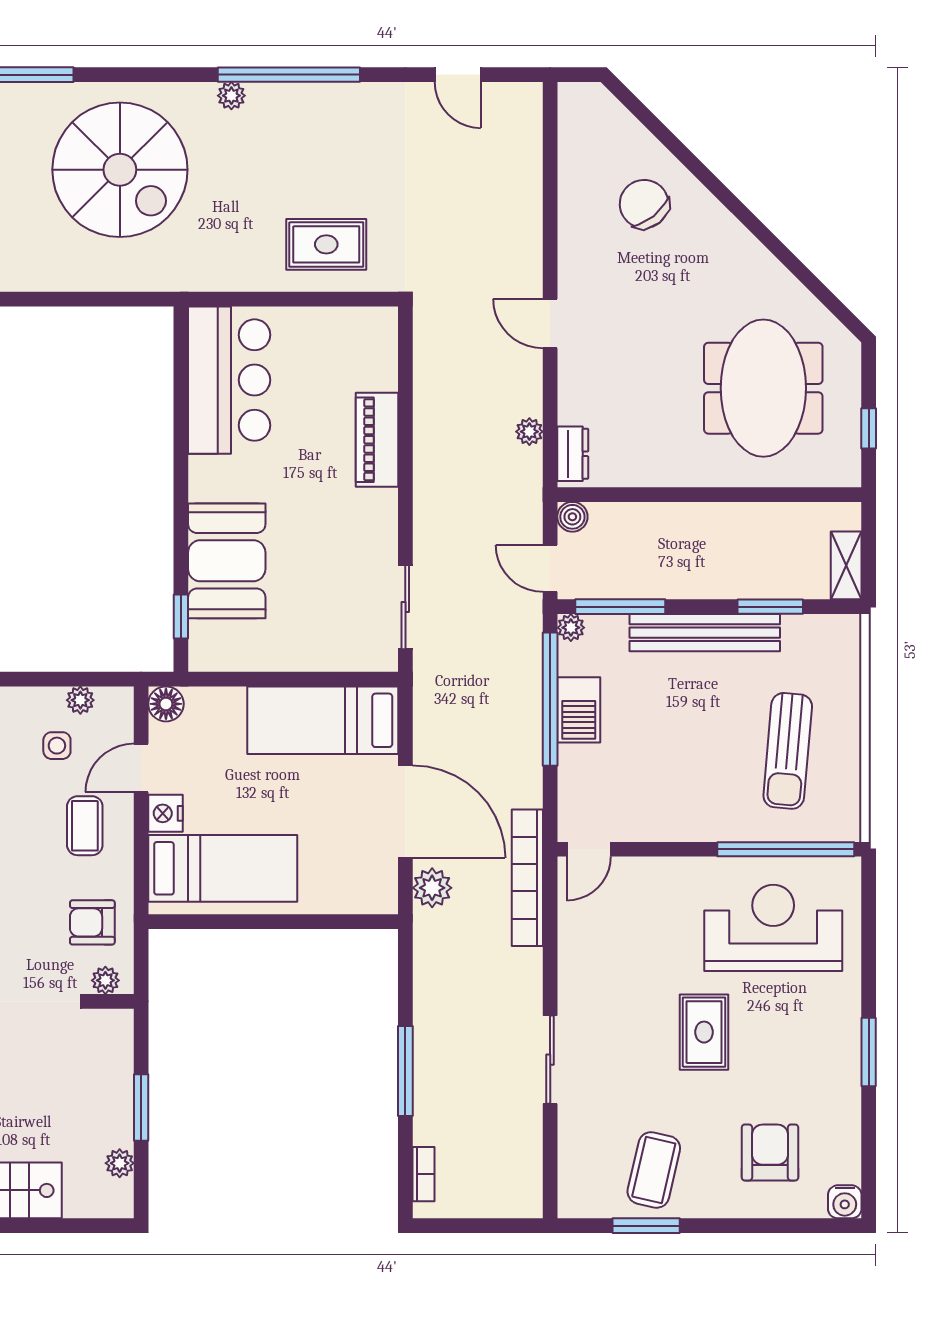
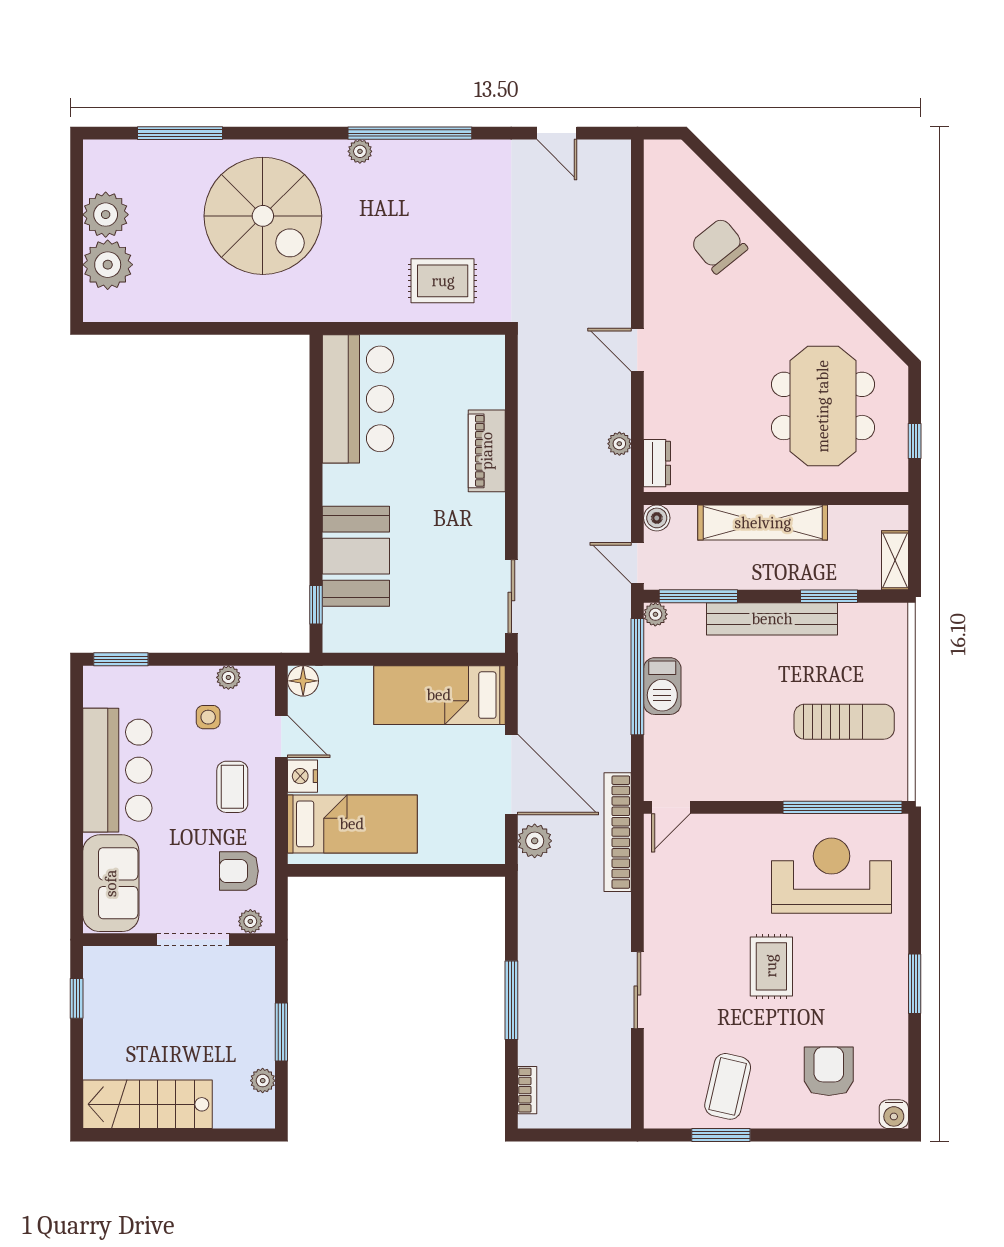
shelving: (694, 522) -> (763, 523), added
sun lounger: (788, 751) -> (844, 722), turned -95
door: (141, 768) -> (281, 737), swing flipped

